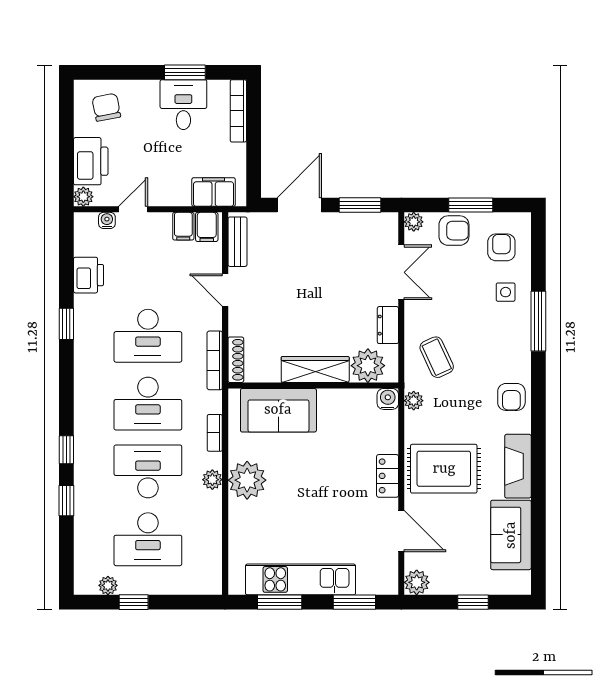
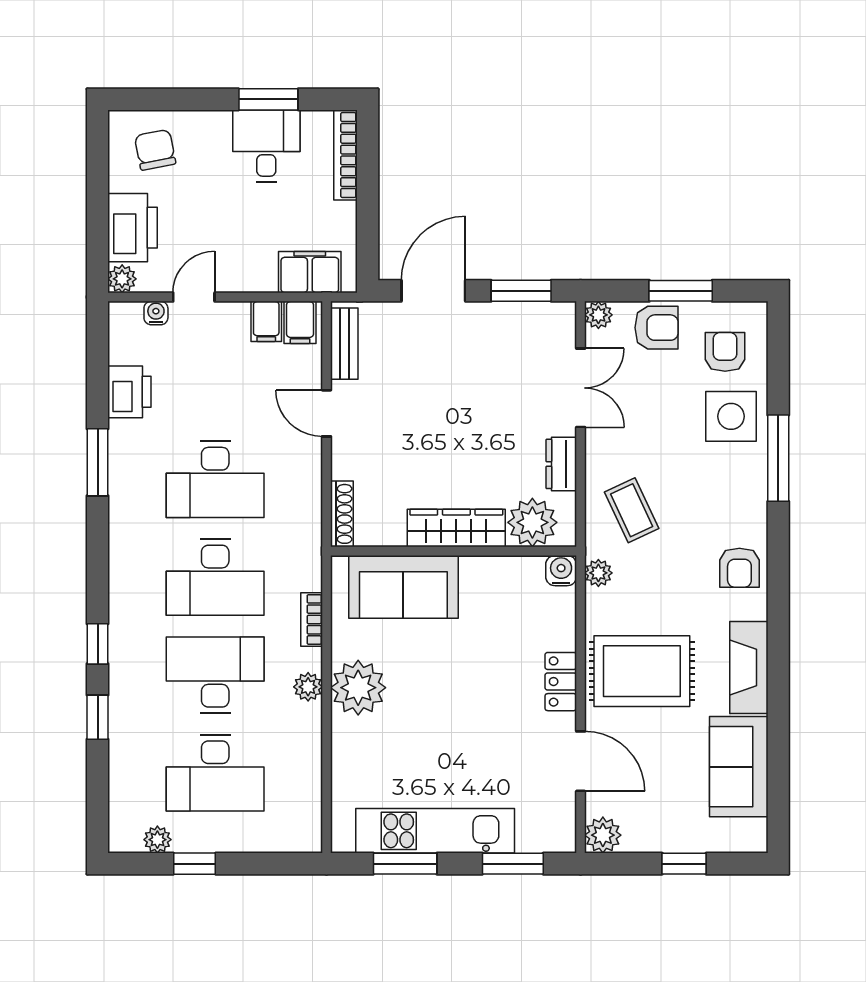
side table: (506, 292) -> (731, 416), width x1.87, depth x1.87
window: (66, 324) -> (98, 462), width x1.50
bookcase: (215, 360) -> (311, 515), removed

